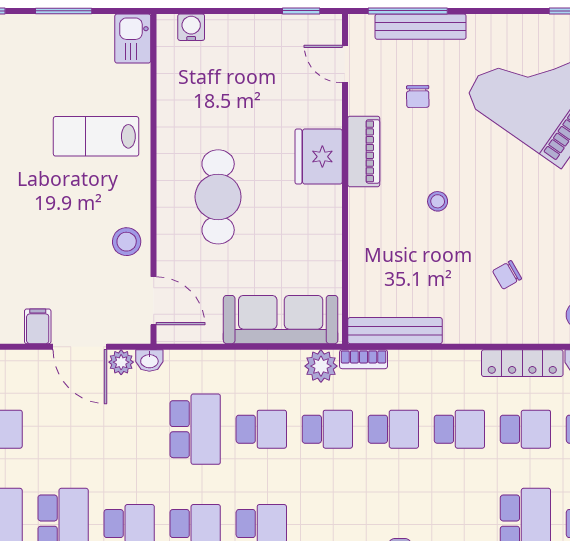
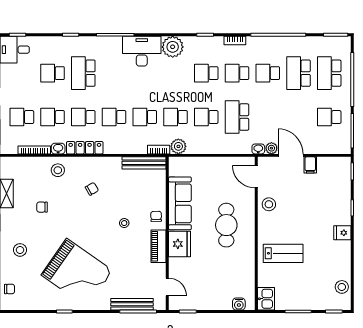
chair: (418, 96) -> (156, 216), moved
sofa: (281, 320) -> (180, 203), moved, turned -90

